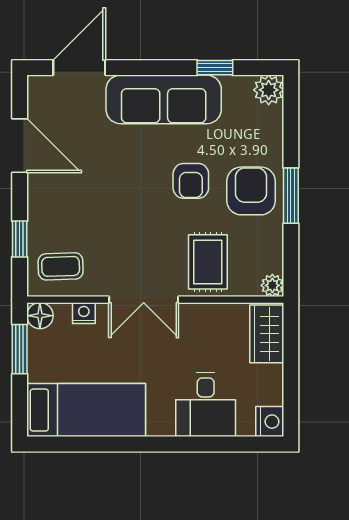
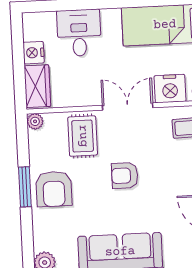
armchair: (191, 181) -> (125, 176), moved, turned -90
nightstand: (84, 313) -> (170, 89), width x1.89, depth x1.79
nightstand: (270, 422) -> (34, 53), moved

